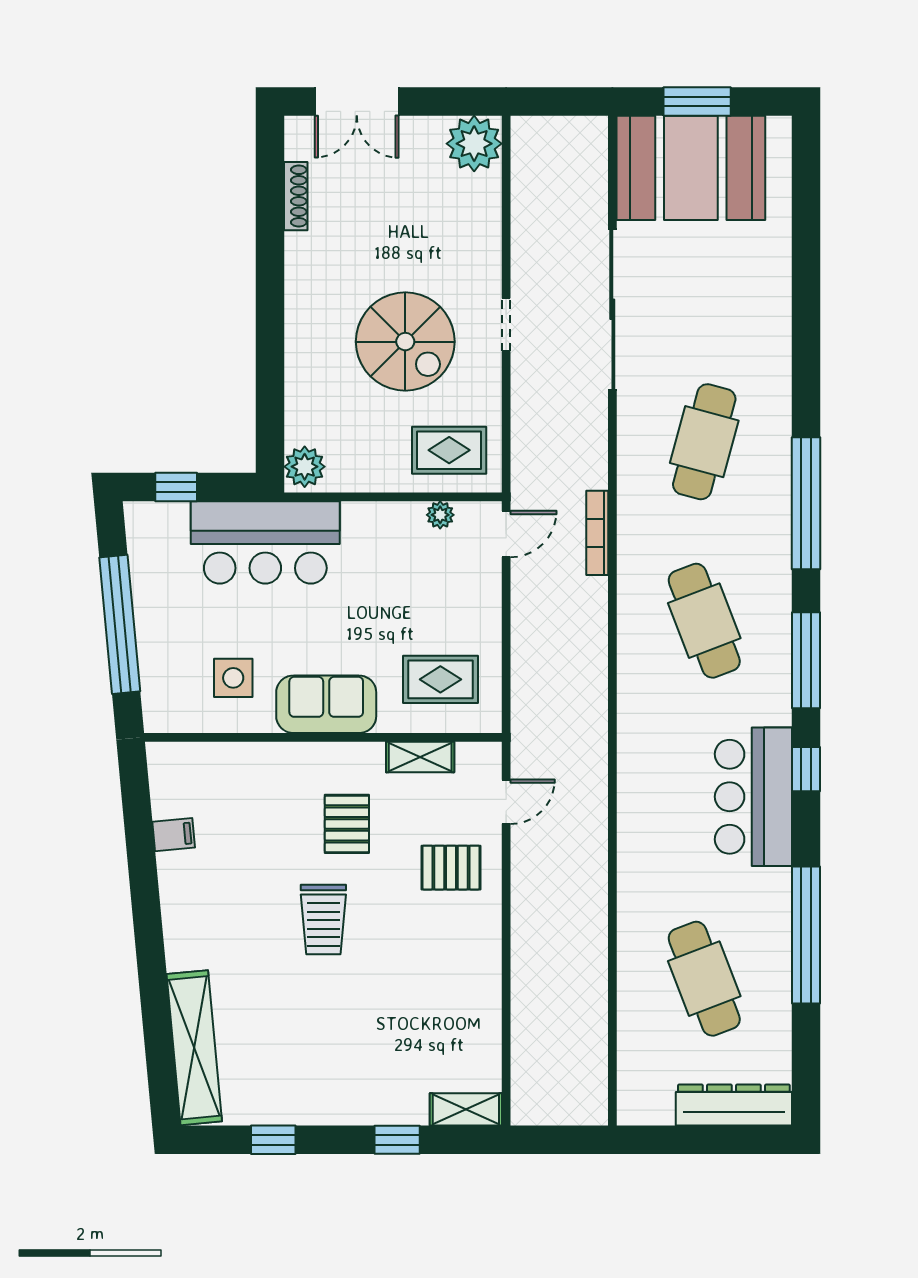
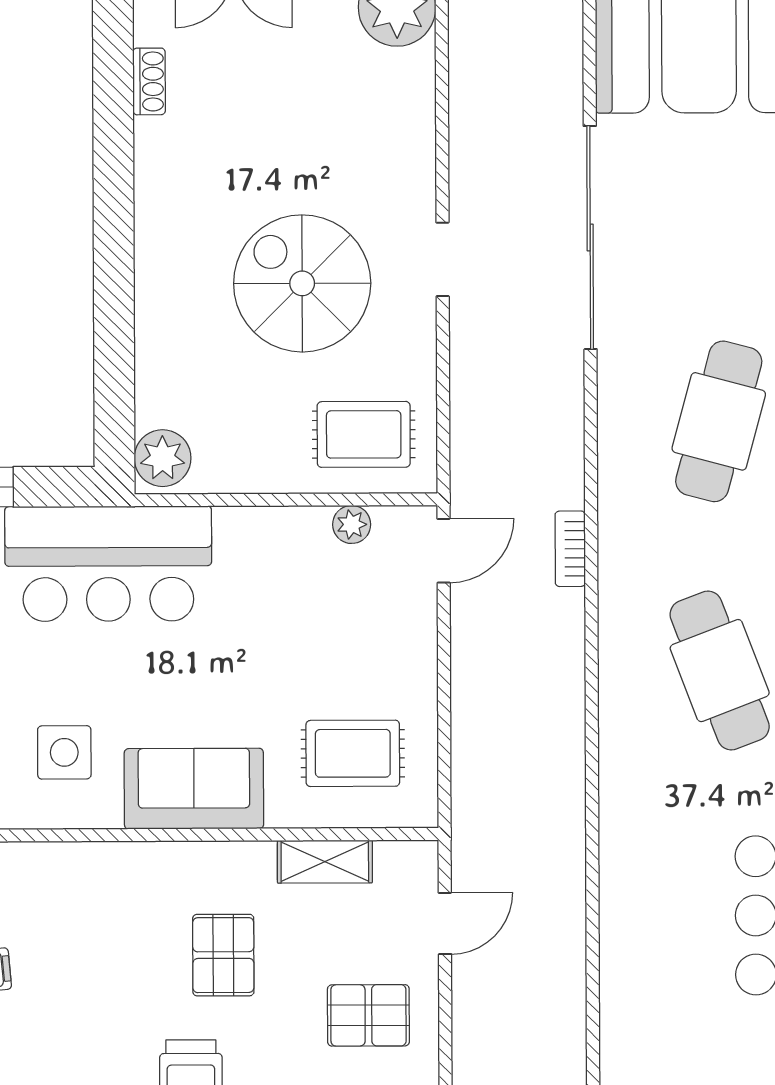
shoe rack: (296, 196) -> (149, 81), width x0.70
spiral stairs: (405, 342) -> (302, 283), turned 180
bookcase: (597, 533) -> (570, 549), width x0.64

